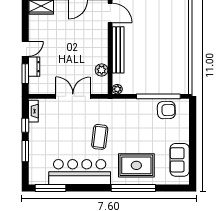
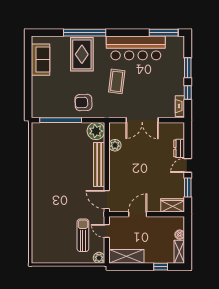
window: (25, 74) -> (188, 188), moved
plant: (117, 89) -> (96, 131), width x1.88, depth x1.88
armchair: (166, 110) -> (83, 102), moved
rug: (136, 165) -> (82, 54), turned 90

